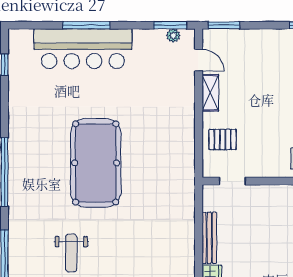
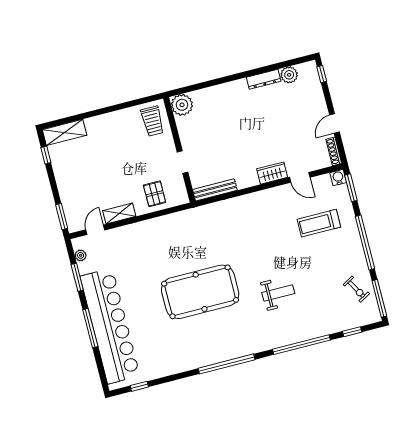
window: (170, 25) -> (77, 277), moved
bar counter: (83, 49) -> (110, 326), width x1.36
doorway: (232, 181) -> (183, 162), moved
bench: (209, 238) -> (215, 190), moved

